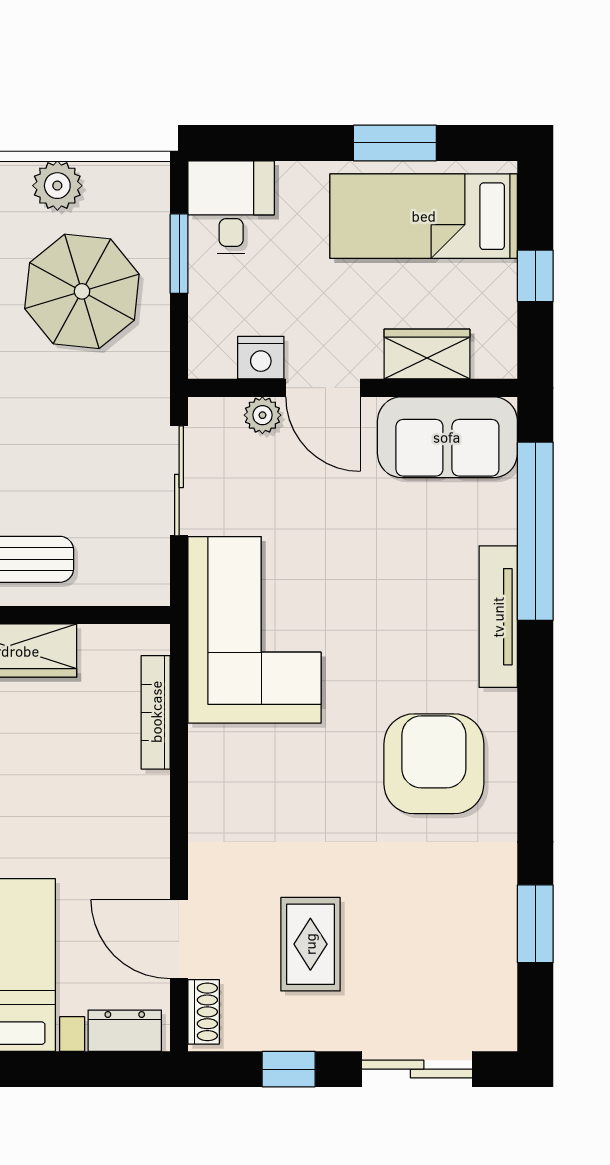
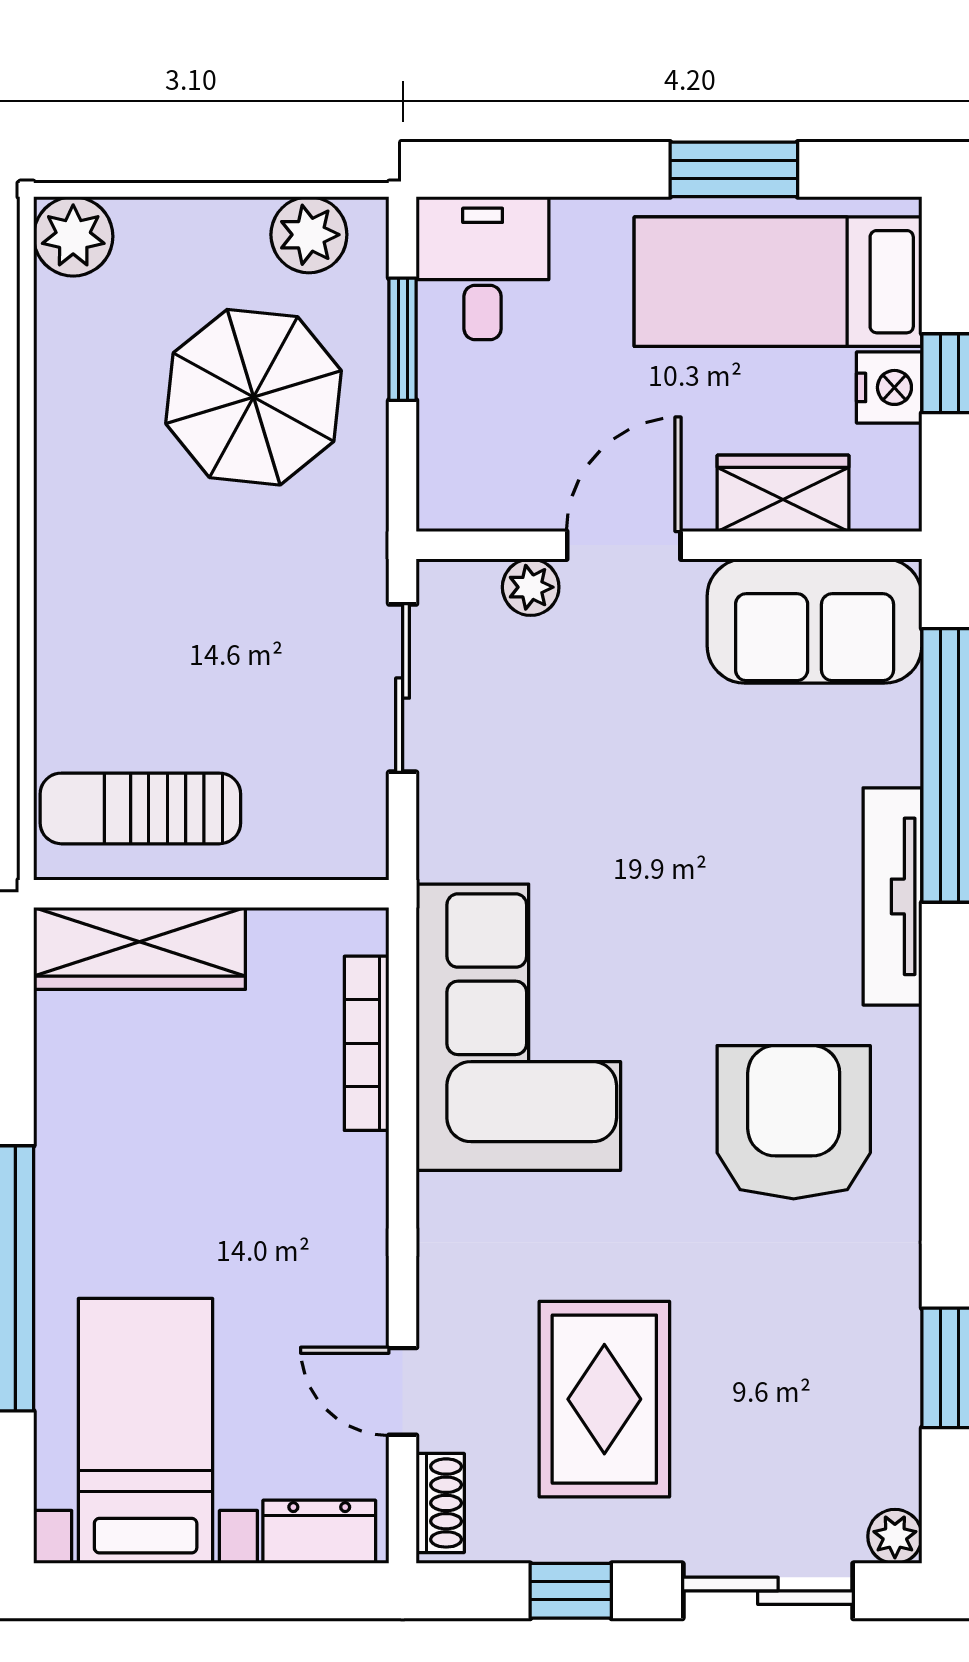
plant: (57, 186) -> (309, 235), moved
nightstand: (261, 358) -> (889, 387), moved, turned -90
door: (323, 388) -> (624, 545), swing flipped
corner sofa: (255, 630) -> (518, 1027), moved
door: (179, 939) -> (403, 1391), width x0.73
rug: (310, 944) -> (604, 1399), width x1.36, depth x1.43
plant: (500, 1034) -> (895, 1536), added

